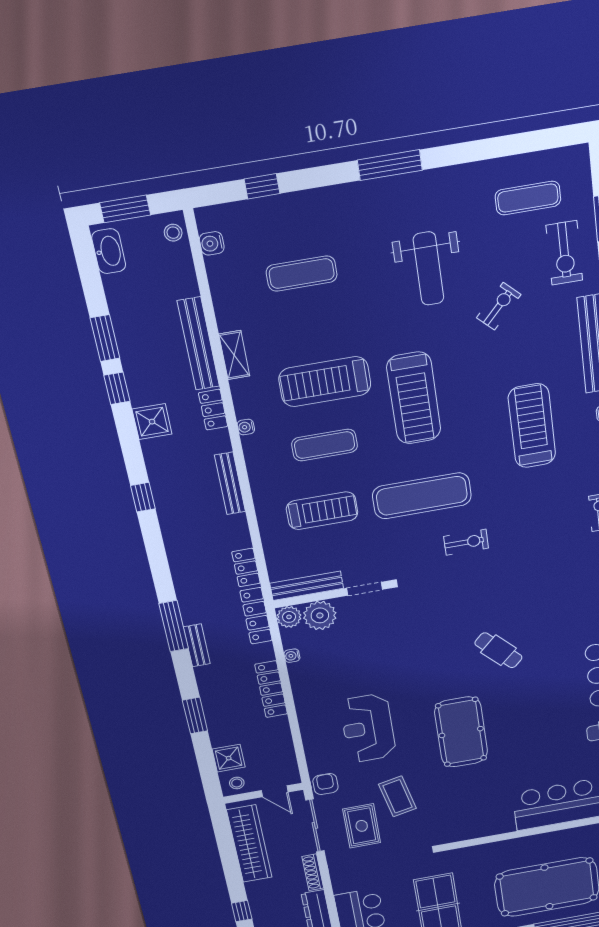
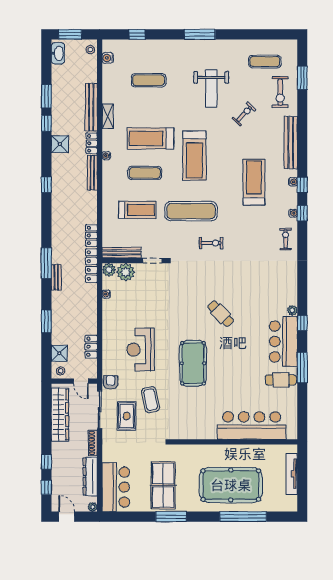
bench: (230, 483) -> (92, 173), moved
locker: (271, 689) -> (91, 347), moved, width x0.66

